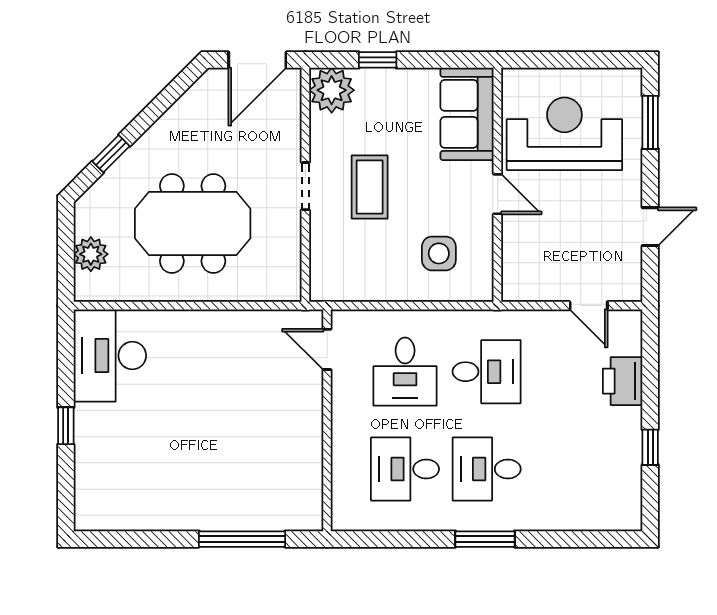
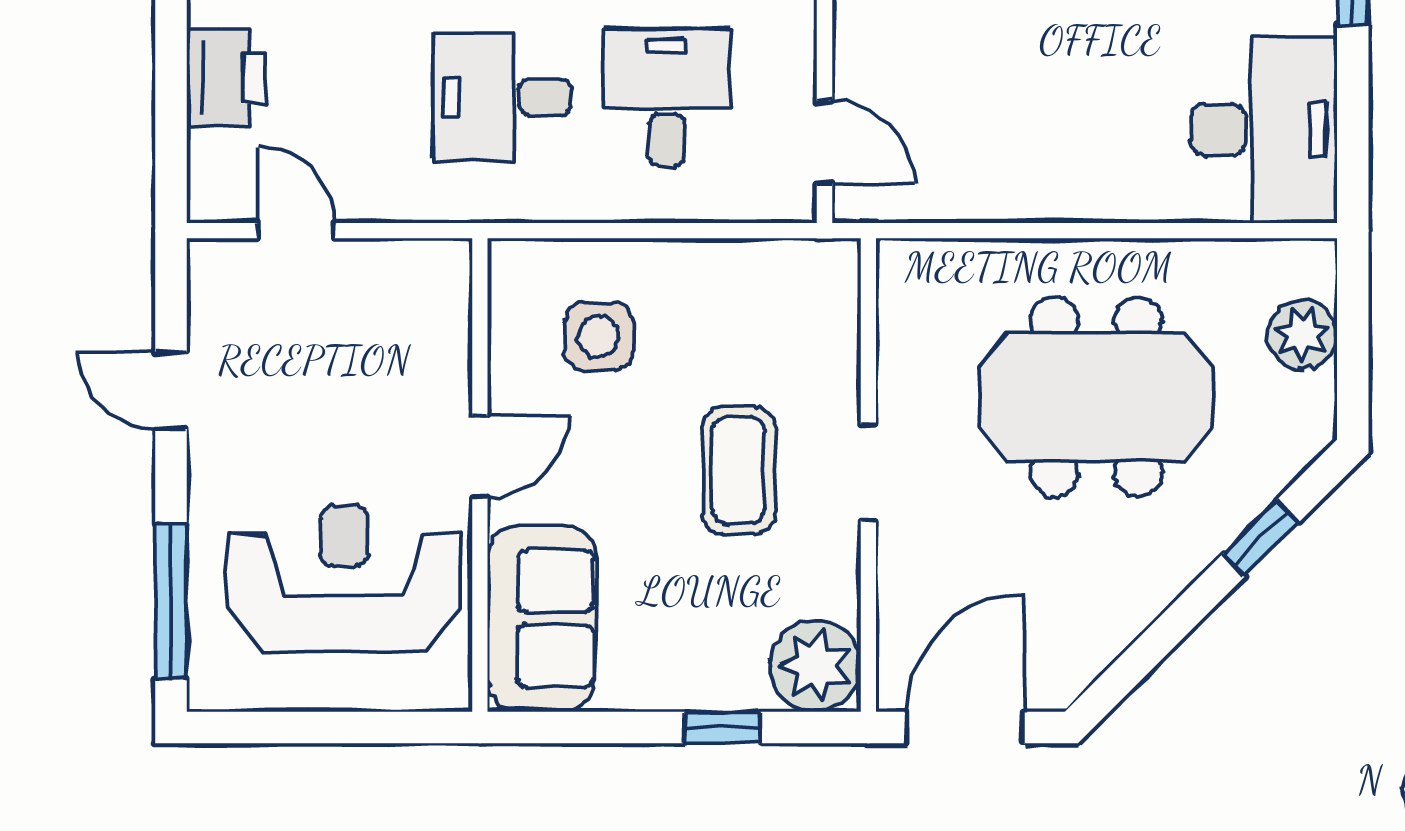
window: (650, 122) -> (171, 601), width x1.44
reception desk: (564, 134) -> (344, 578), turned 180
door: (497, 194) -> (480, 456), swing flipped
door: (650, 227) -> (171, 390), hinge flipped

